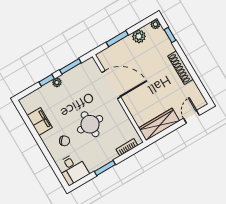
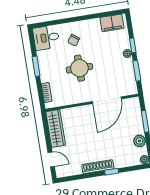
window: (170, 35) -> (112, 172), moved
filing cabinet: (40, 122) -> (112, 23), moved

